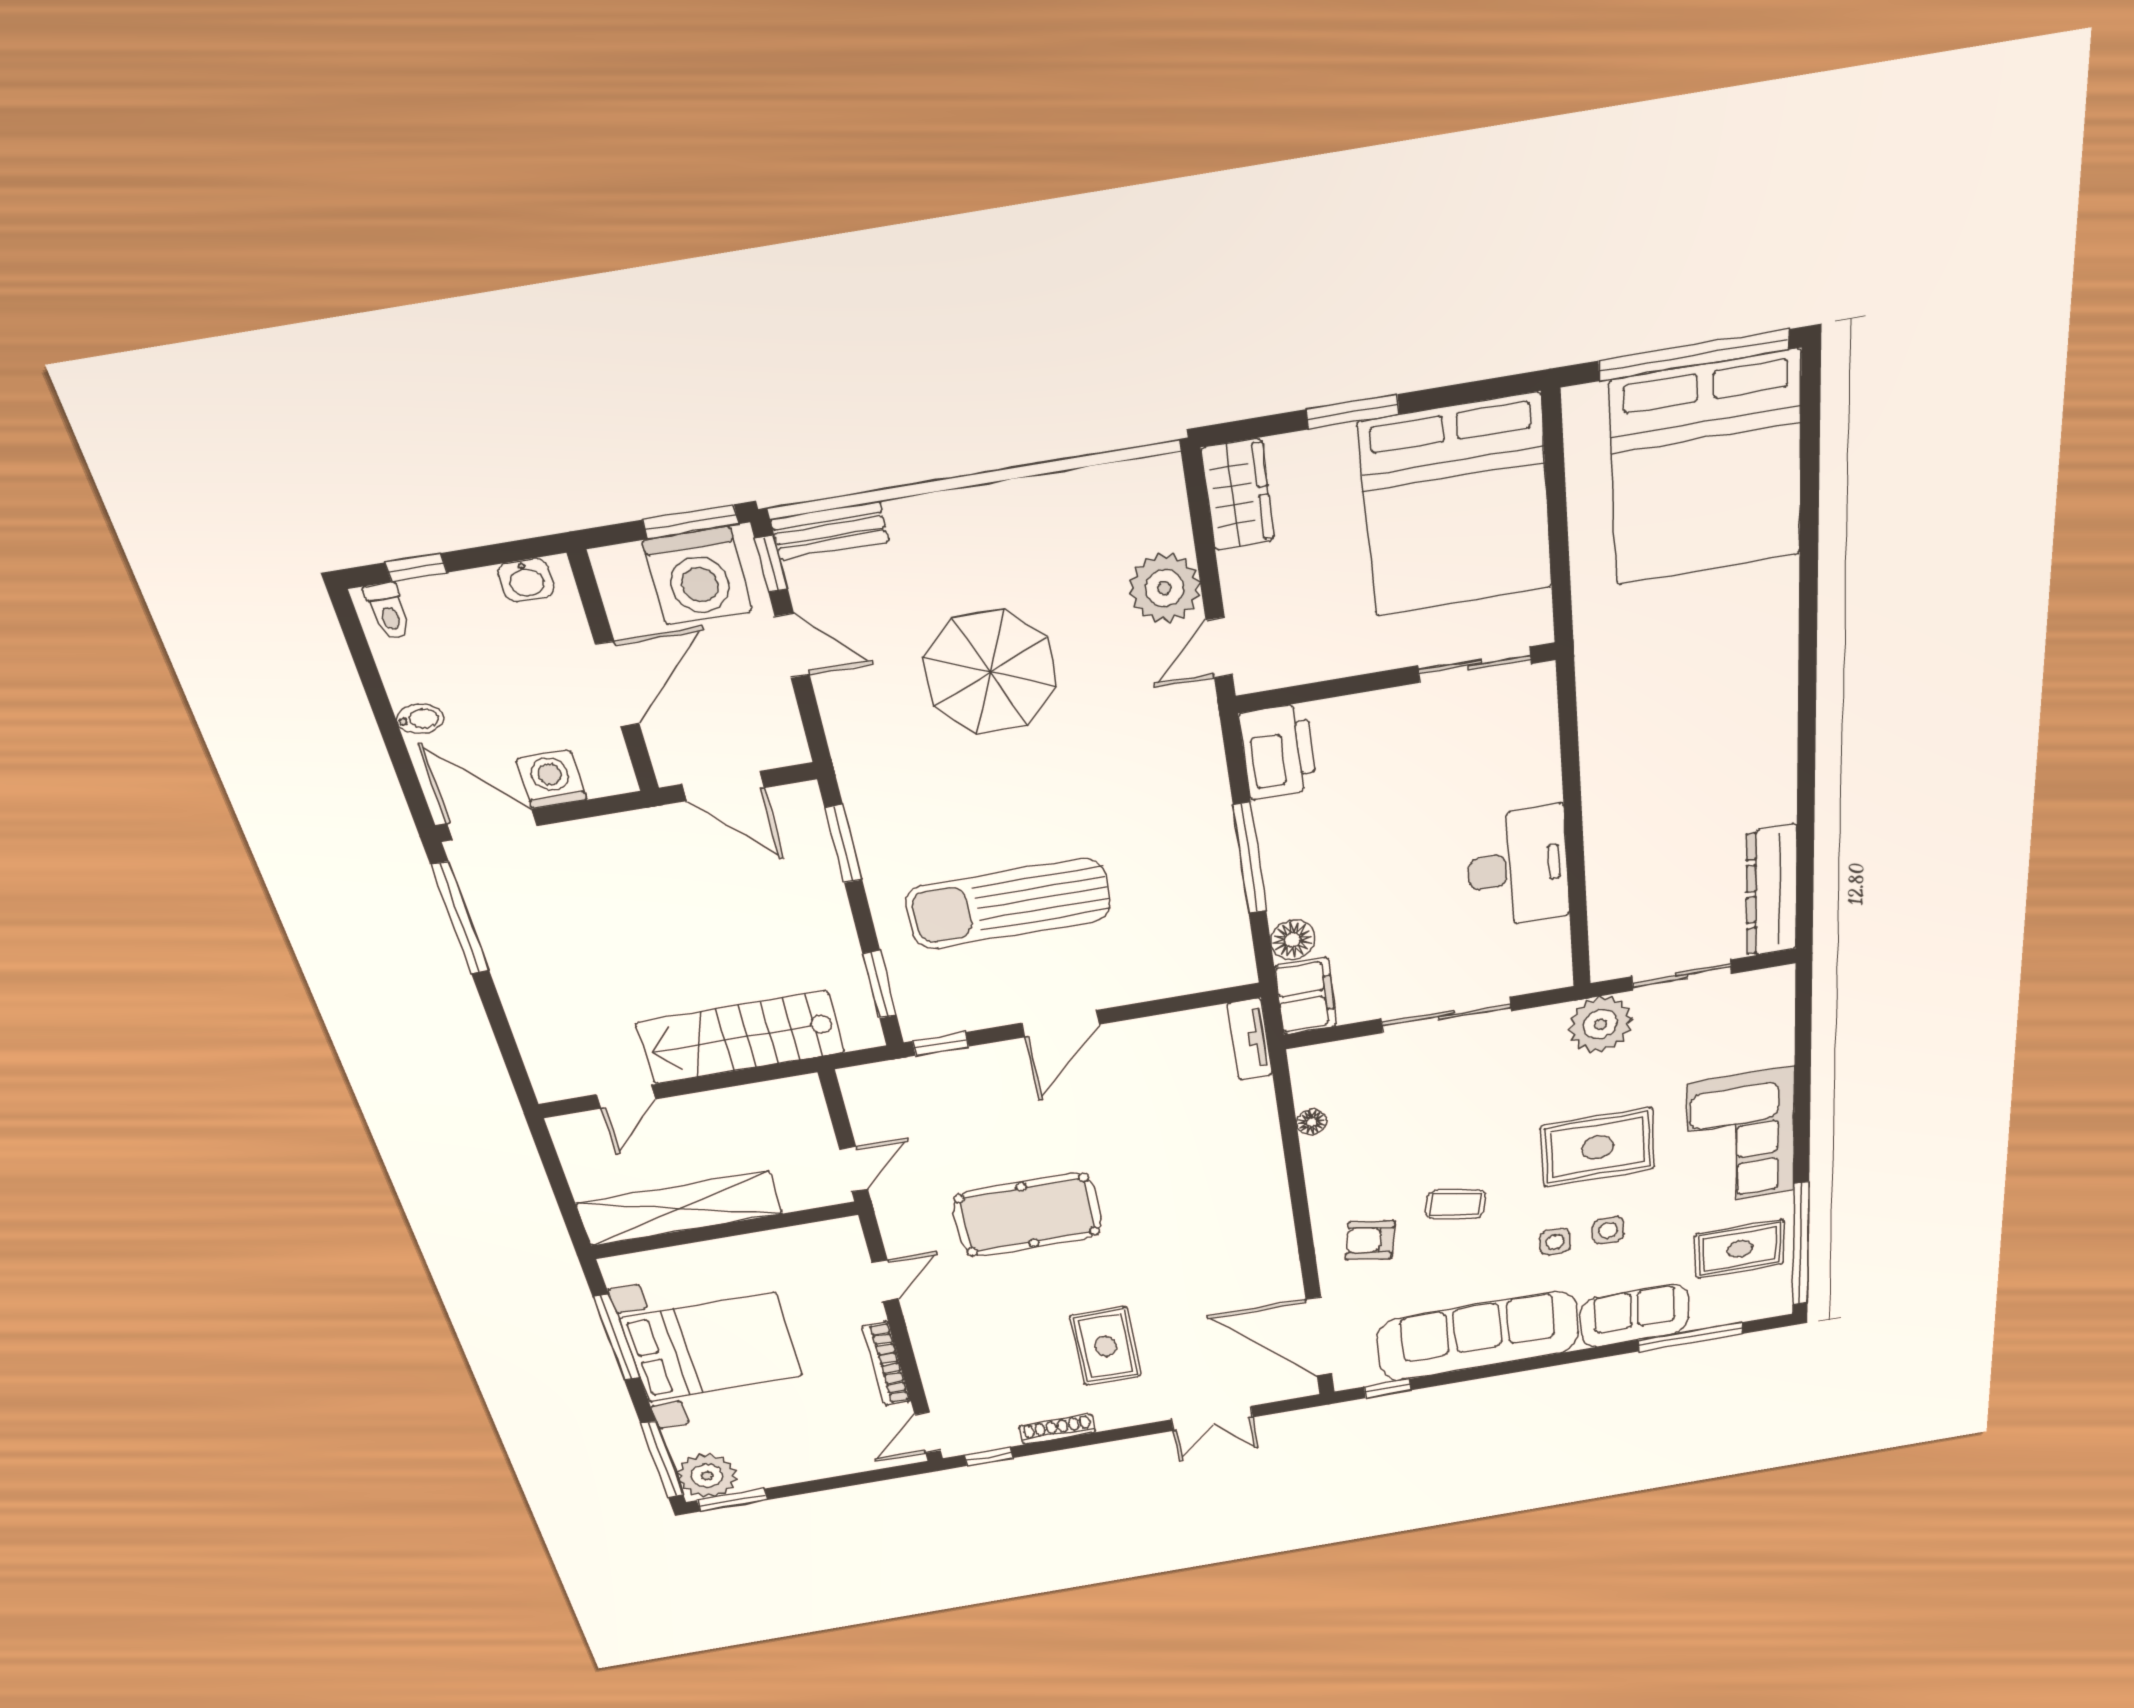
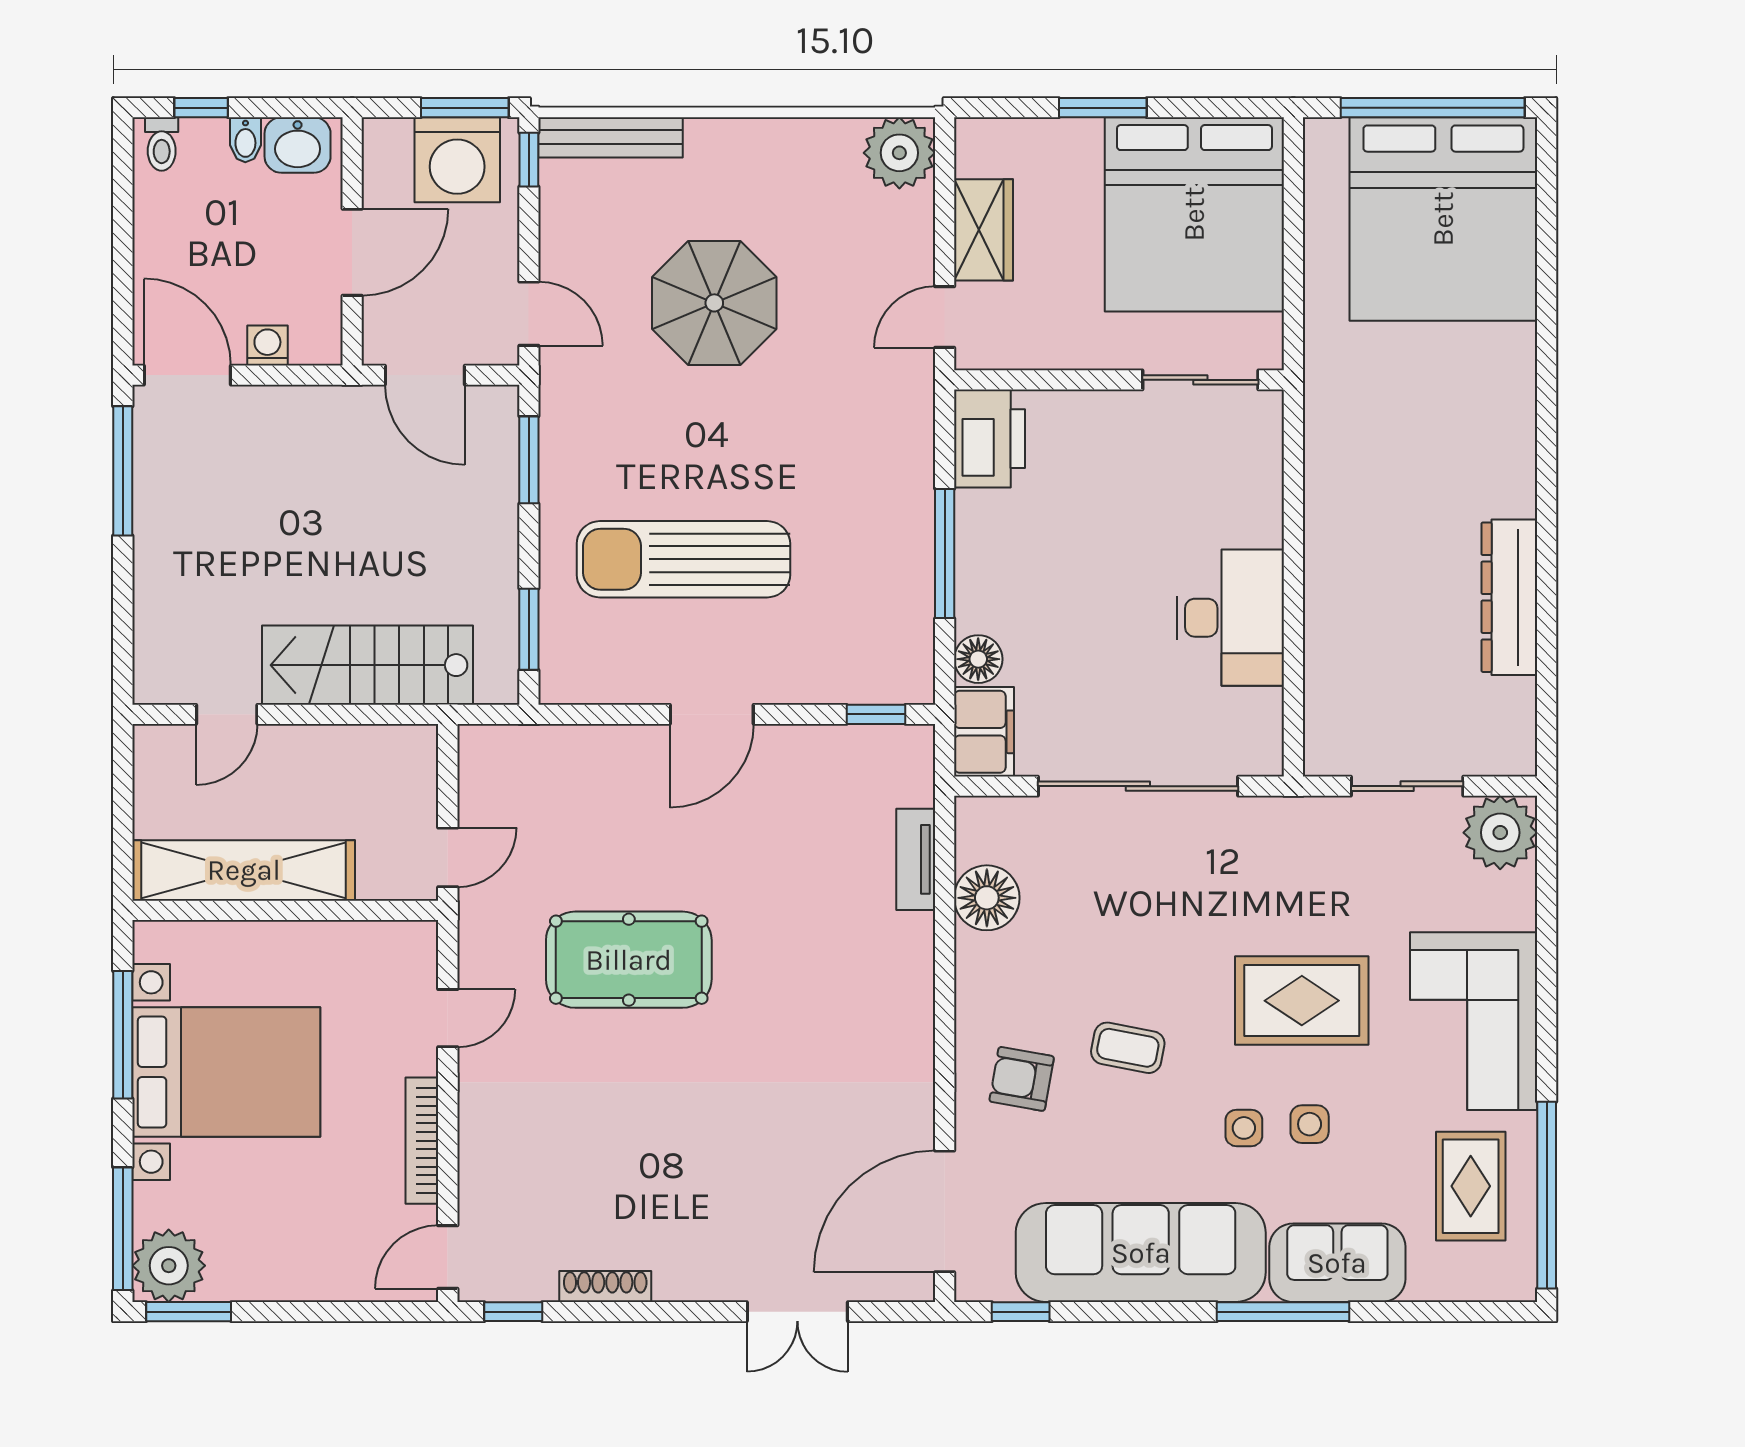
wardrobe: (1238, 495) -> (984, 230), moved
bench: (830, 531) -> (611, 137), width x1.36
washbasin: (526, 580) -> (298, 145), width x1.38, depth x1.45
plant: (1164, 588) -> (899, 153), moved
door: (792, 646) -> (529, 314), moved
bidet: (420, 719) -> (245, 140), moved, turned 90
washing machine: (551, 779) -> (267, 345), width x0.73, depth x0.73
dresser: (1772, 891) -> (1509, 597), moved
sliding door: (1446, 1015) -> (1138, 786), width x1.36
plant: (1600, 1024) -> (1500, 833), moved
tv unit: (1250, 1039) -> (916, 859), moved
window: (940, 1044) -> (876, 714), moved
floor lamp: (1311, 1122) -> (987, 898), width x1.89, depth x1.89
rug: (1740, 1249) -> (1471, 1186), turned 90
door: (1319, 1337) -> (945, 1211), hinge flipped
window: (1691, 1337) -> (1283, 1312), moved
rug: (1106, 1346) -> (686, 1170), removed

